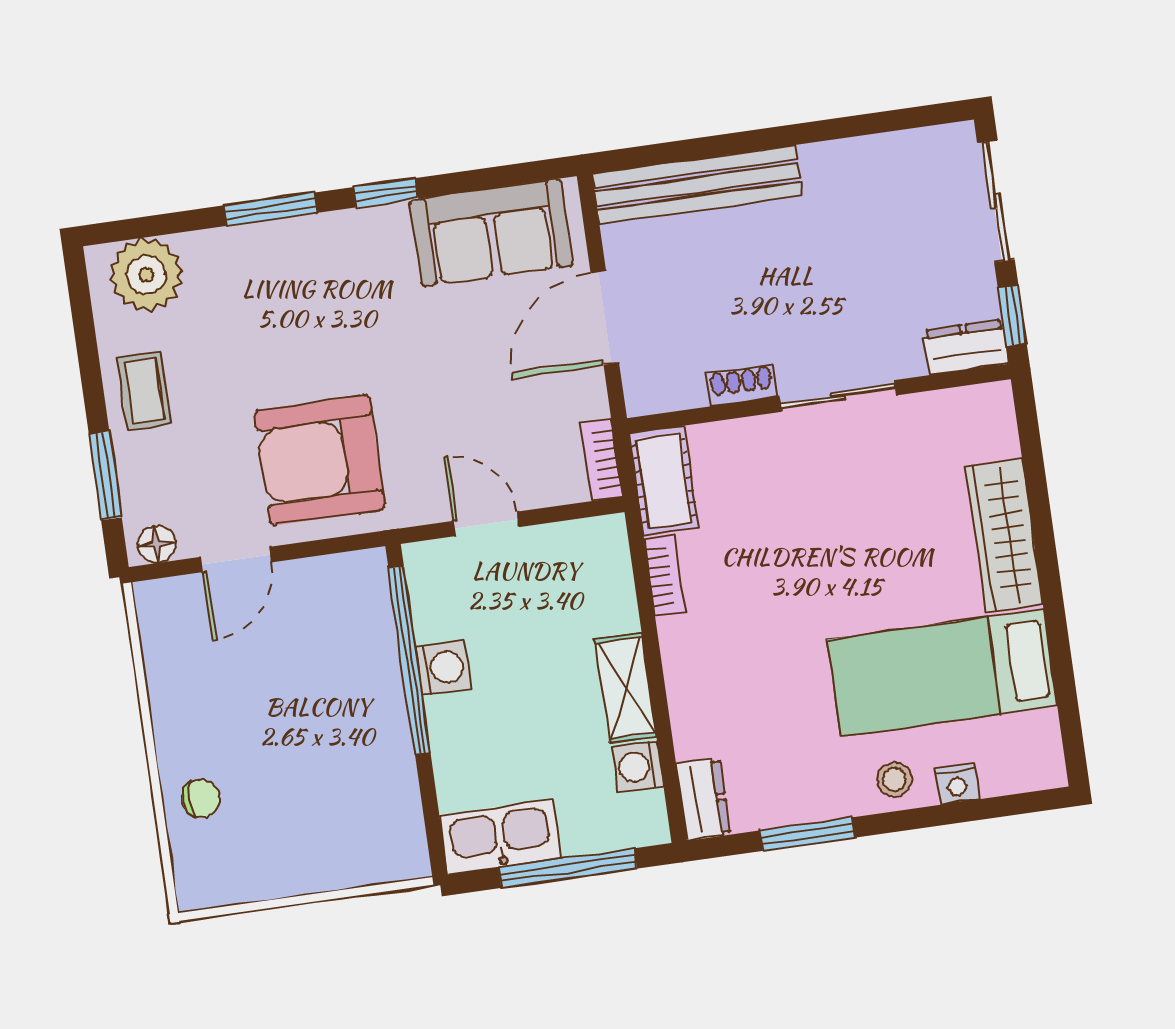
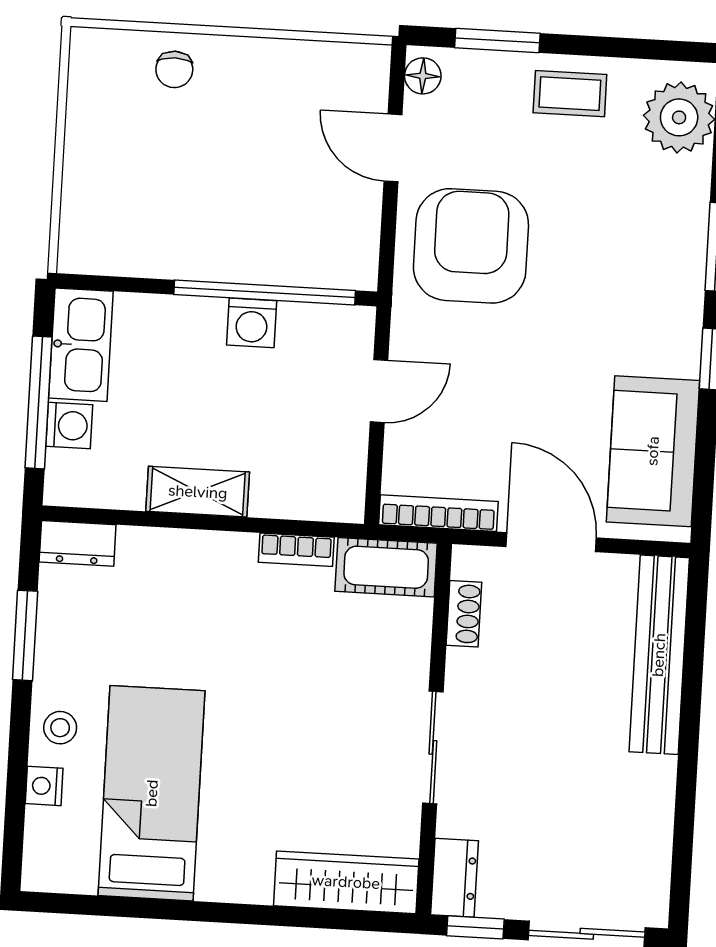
shoe rack: (741, 385) -> (464, 614), moved
bookcase: (601, 460) -> (438, 513), width x1.56
wardrobe: (1004, 535) -> (346, 882), moved
washing machine: (638, 766) -> (69, 426), moved, turned 90

